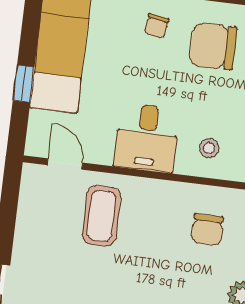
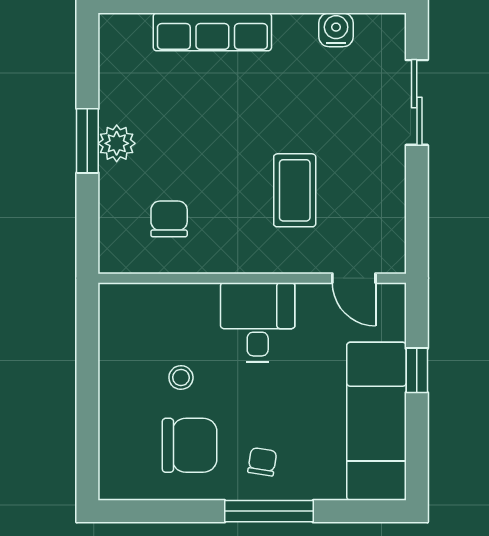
stool: (209, 148) -> (181, 378), moved
coffee table: (102, 216) -> (295, 190), moved

